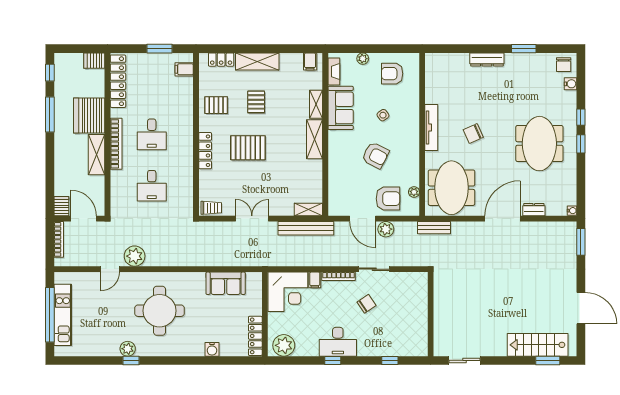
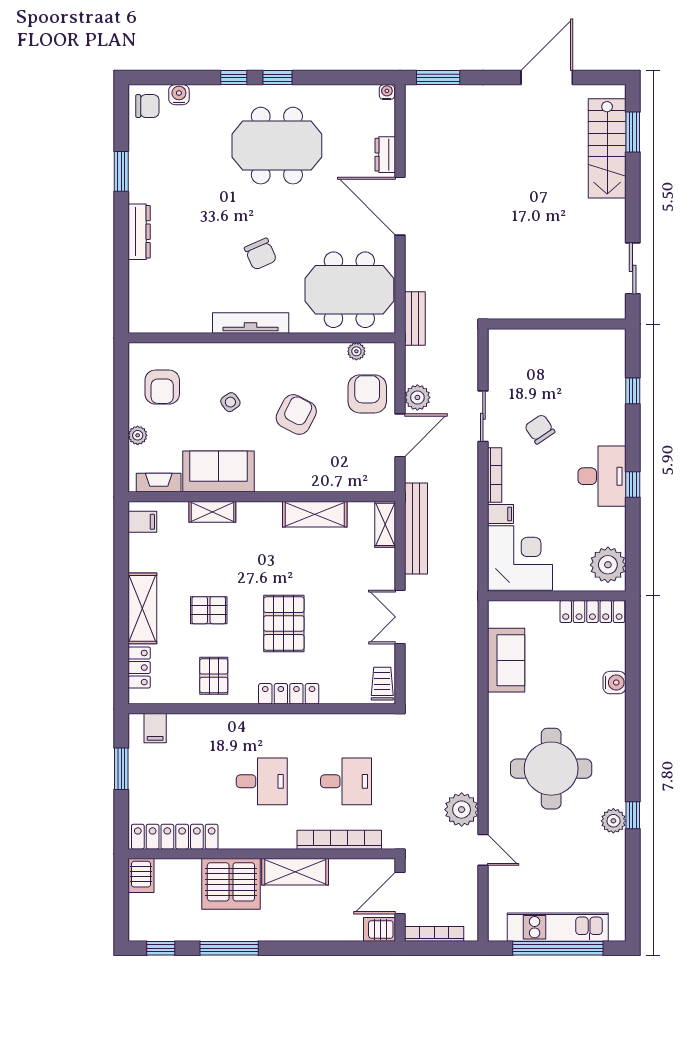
shelving: (315, 139) -> (315, 514), moved
bookcase: (116, 144) -> (339, 840), moved

